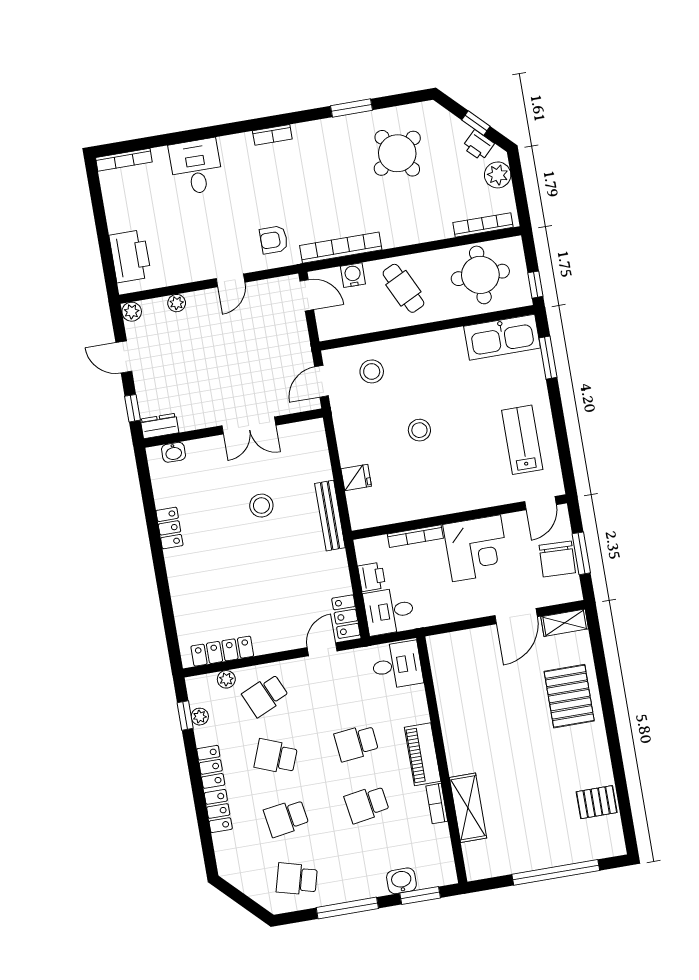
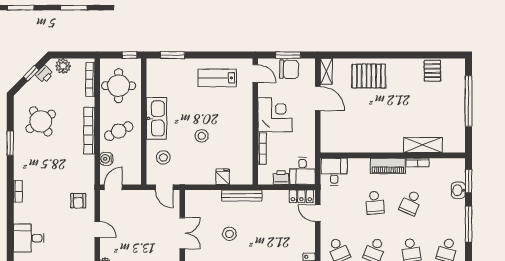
bookcase: (341, 248) -> (89, 131), moved
kitchen sink: (502, 337) -> (156, 118), moved
school desk: (367, 804) -> (411, 203), turned 33

